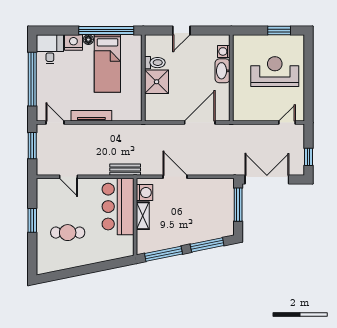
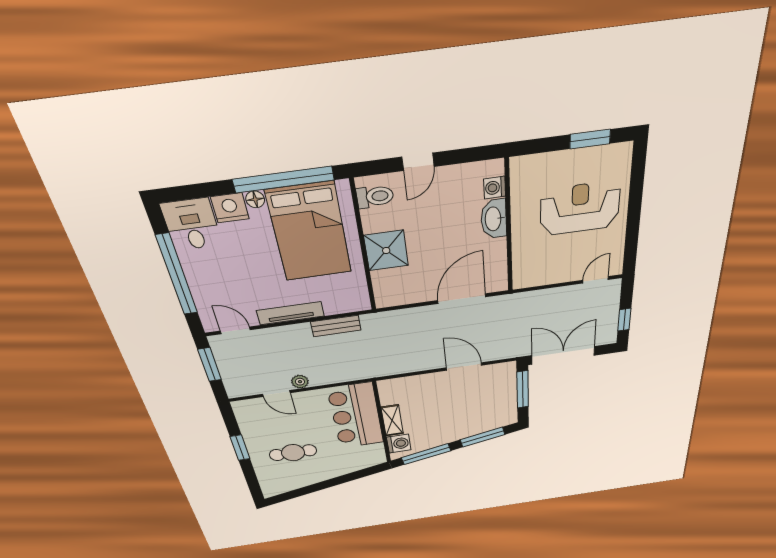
bed: (107, 63) -> (309, 232), width x1.50
toilet: (155, 63) -> (375, 197), moved
plant: (86, 170) -> (300, 382), added
bench: (125, 170) -> (336, 326), moved
door: (175, 177) -> (464, 366), moved
washing machine: (145, 193) -> (399, 444), moved

